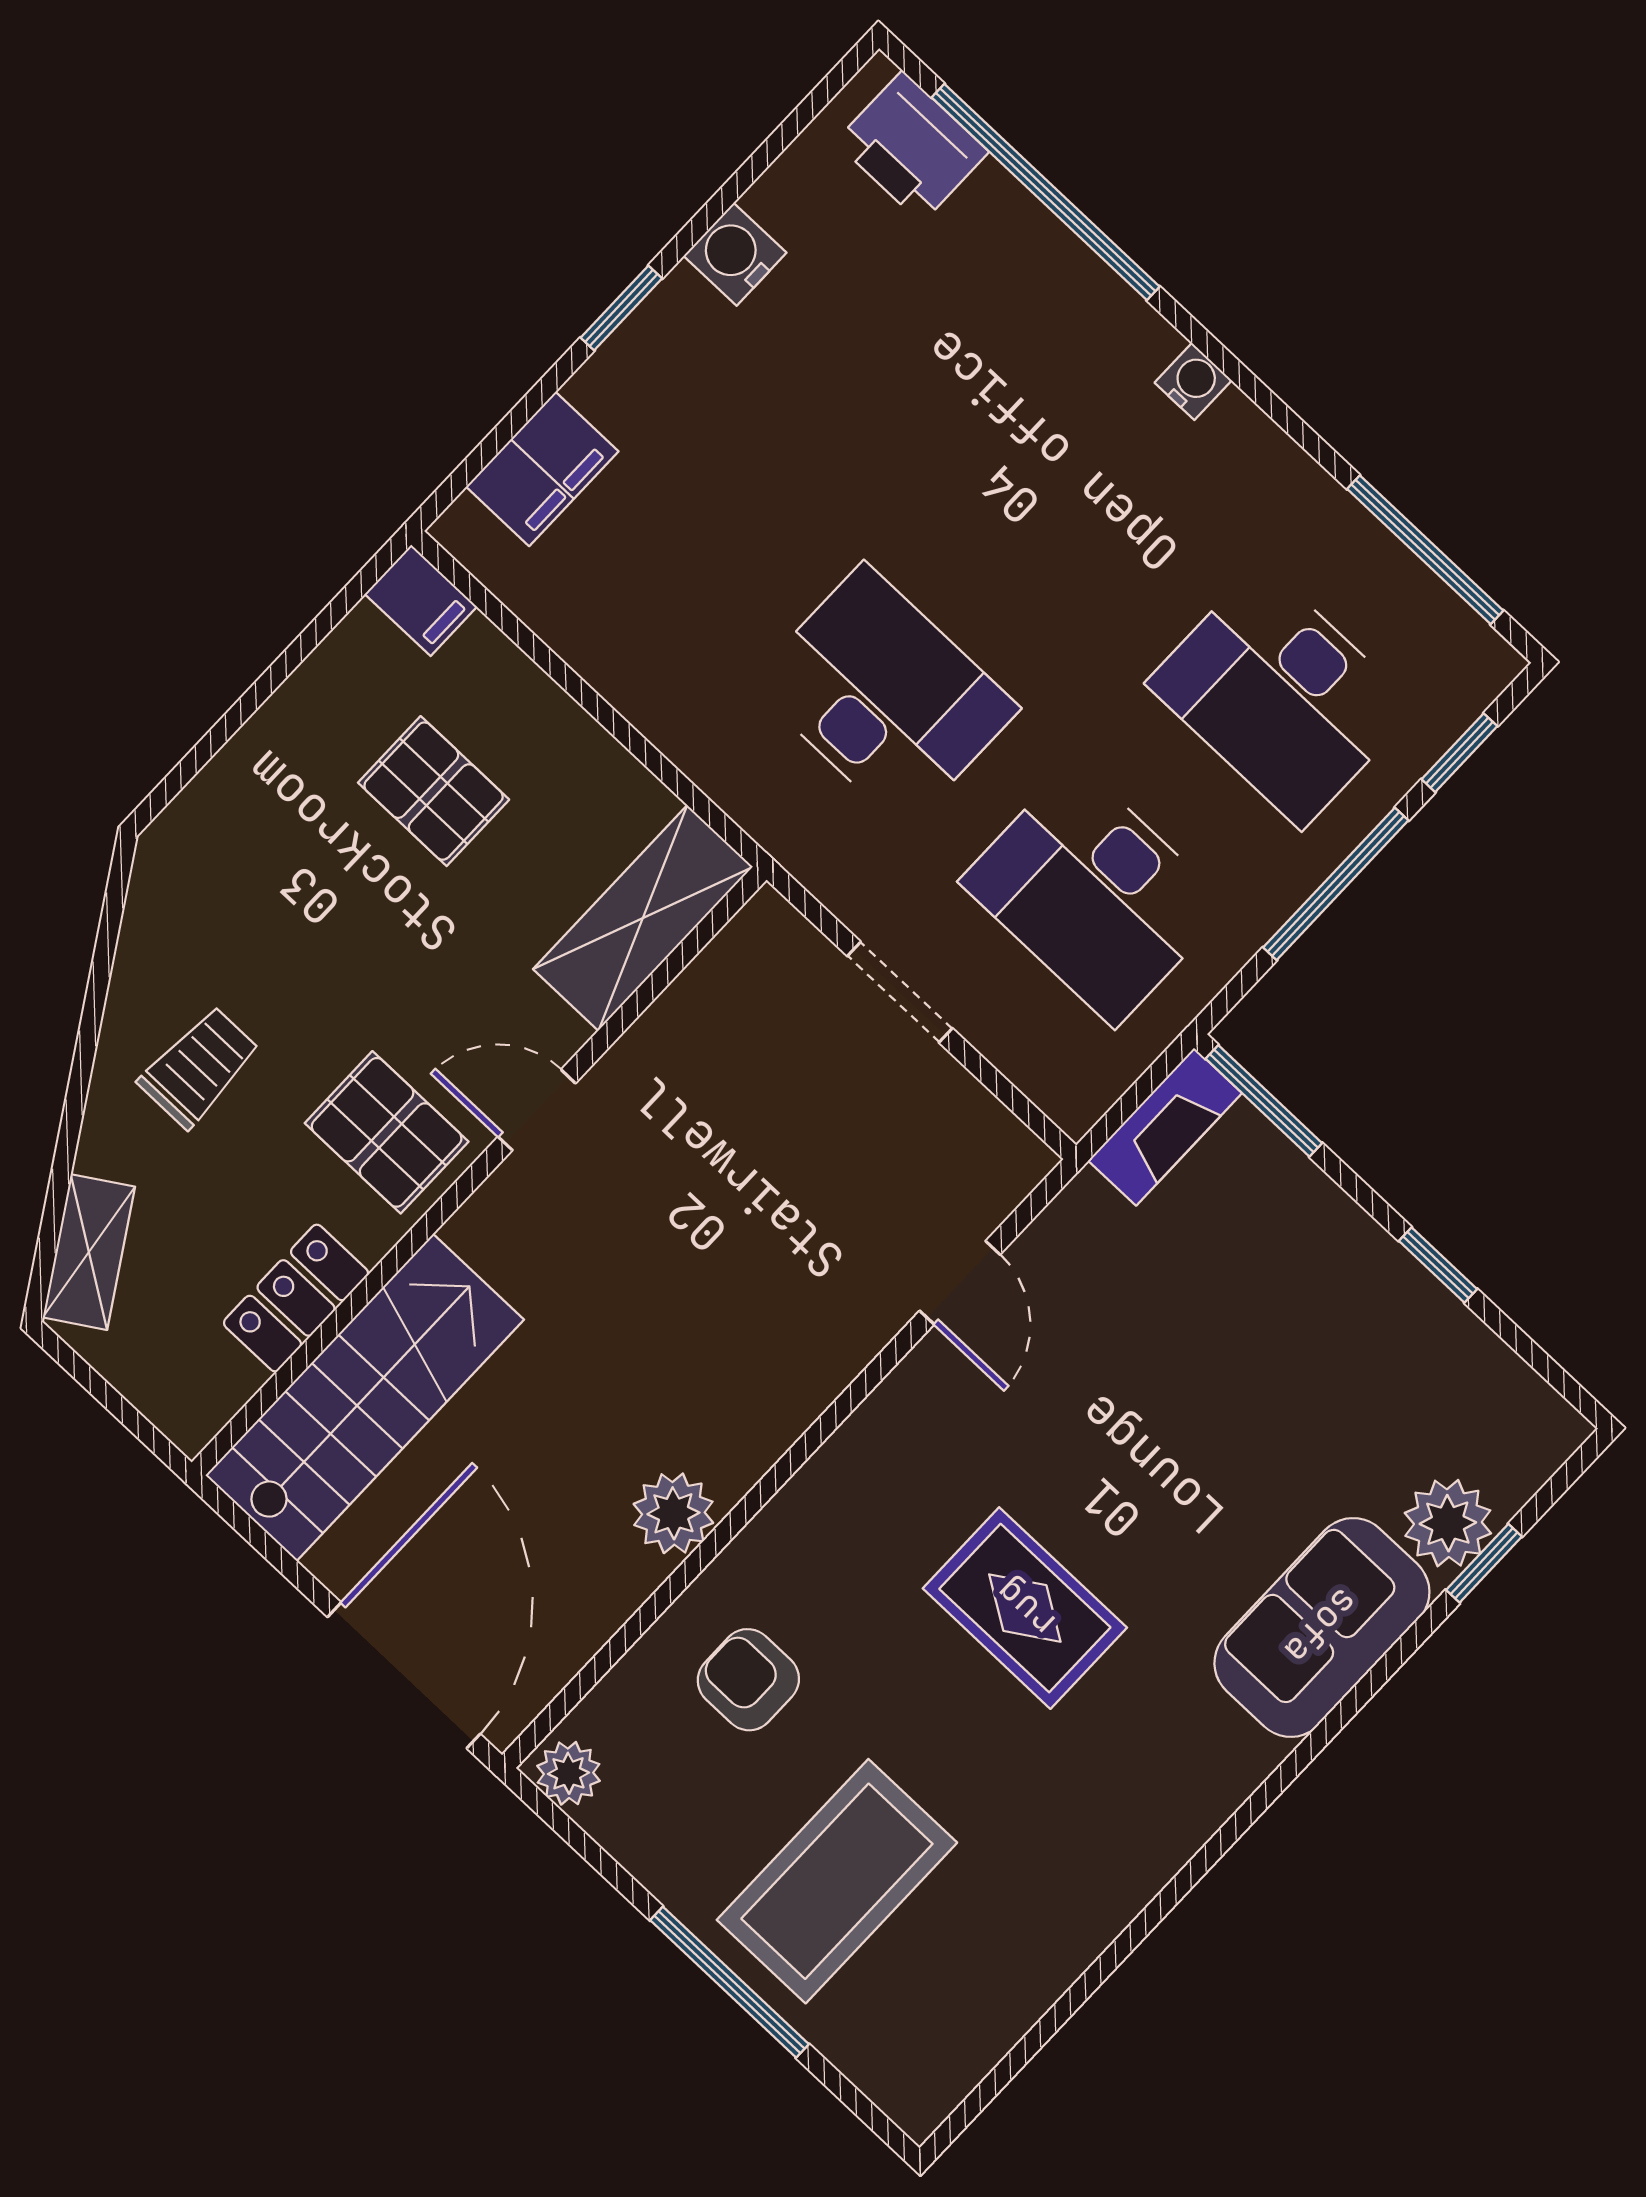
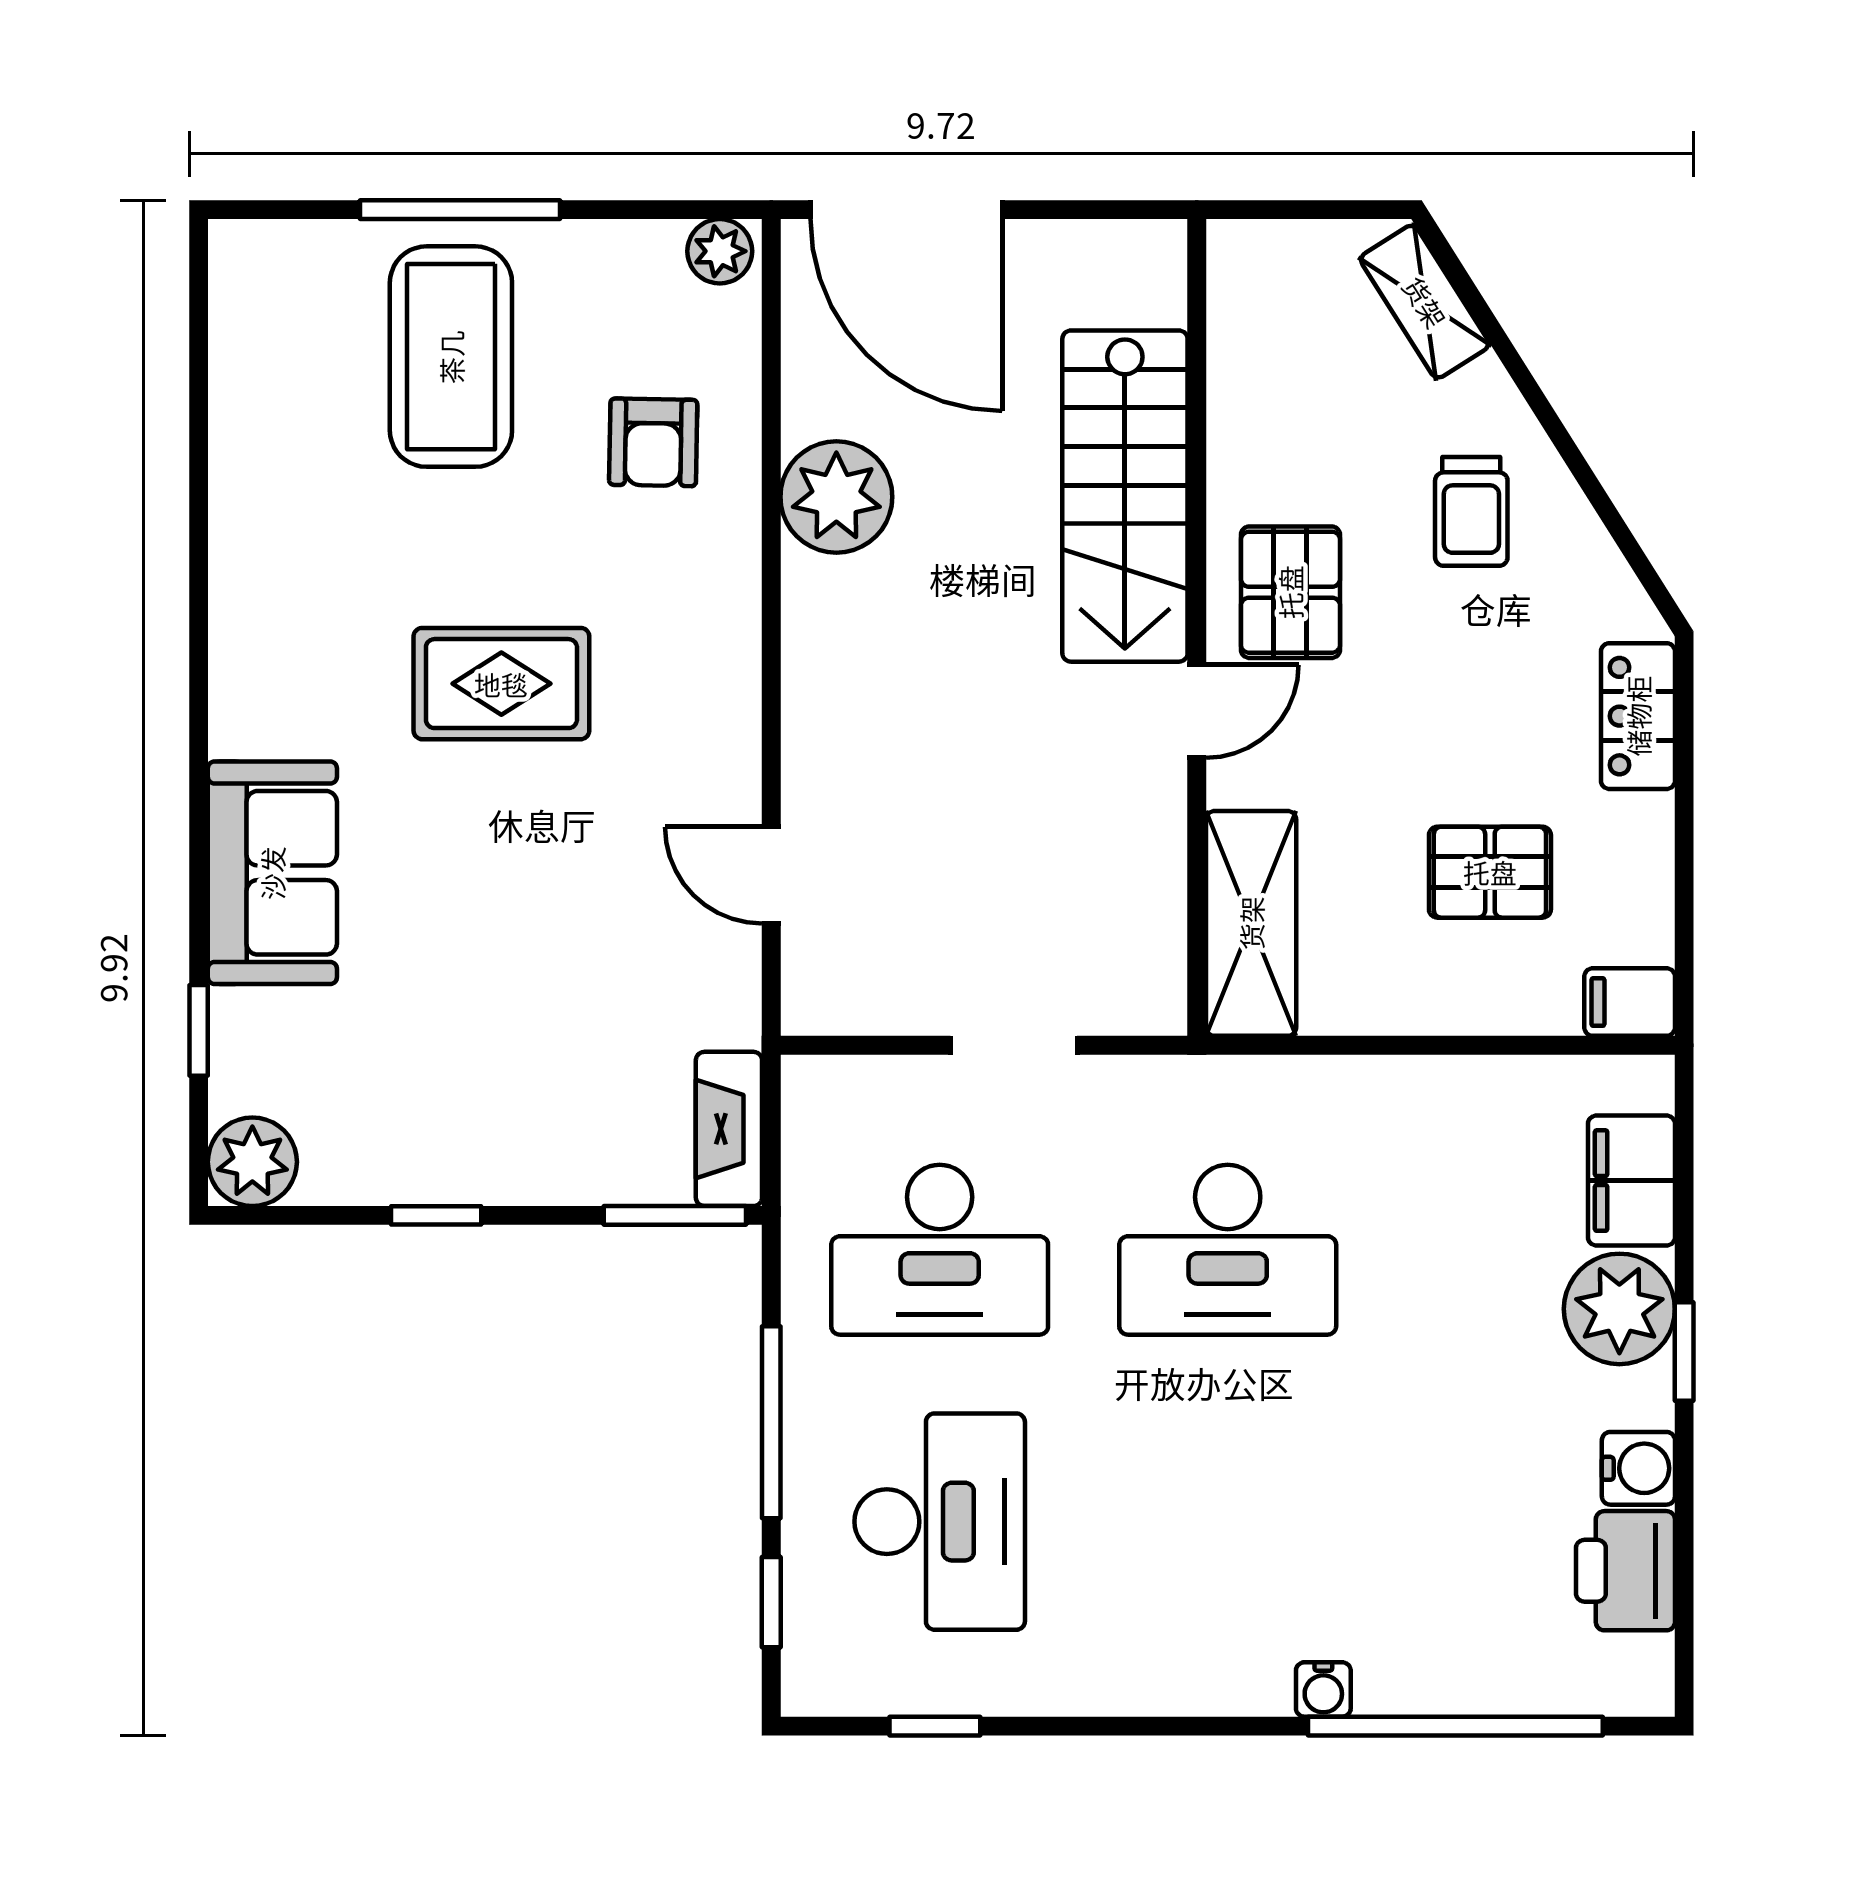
printer: (912, 147) -> (1625, 1571), moved, turned -90
water cooler: (1193, 381) -> (1323, 1689), moved
plant: (639, 384) -> (1619, 1309), added
window: (1425, 550) -> (935, 1726), width x0.46
desk: (1281, 696) -> (940, 1522), turned 90
desk: (1094, 894) -> (940, 1250), turned 180
pallet: (387, 1132) -> (1290, 592), turned 90
locker: (296, 1298) -> (1638, 716), moved, turned 180
stairs: (365, 1398) -> (1125, 496), moved
plant: (673, 1513) -> (836, 497), width x1.36, depth x1.36
plant: (1448, 1523) -> (252, 1162), moved
armchair: (748, 1680) -> (653, 442), turned 91

